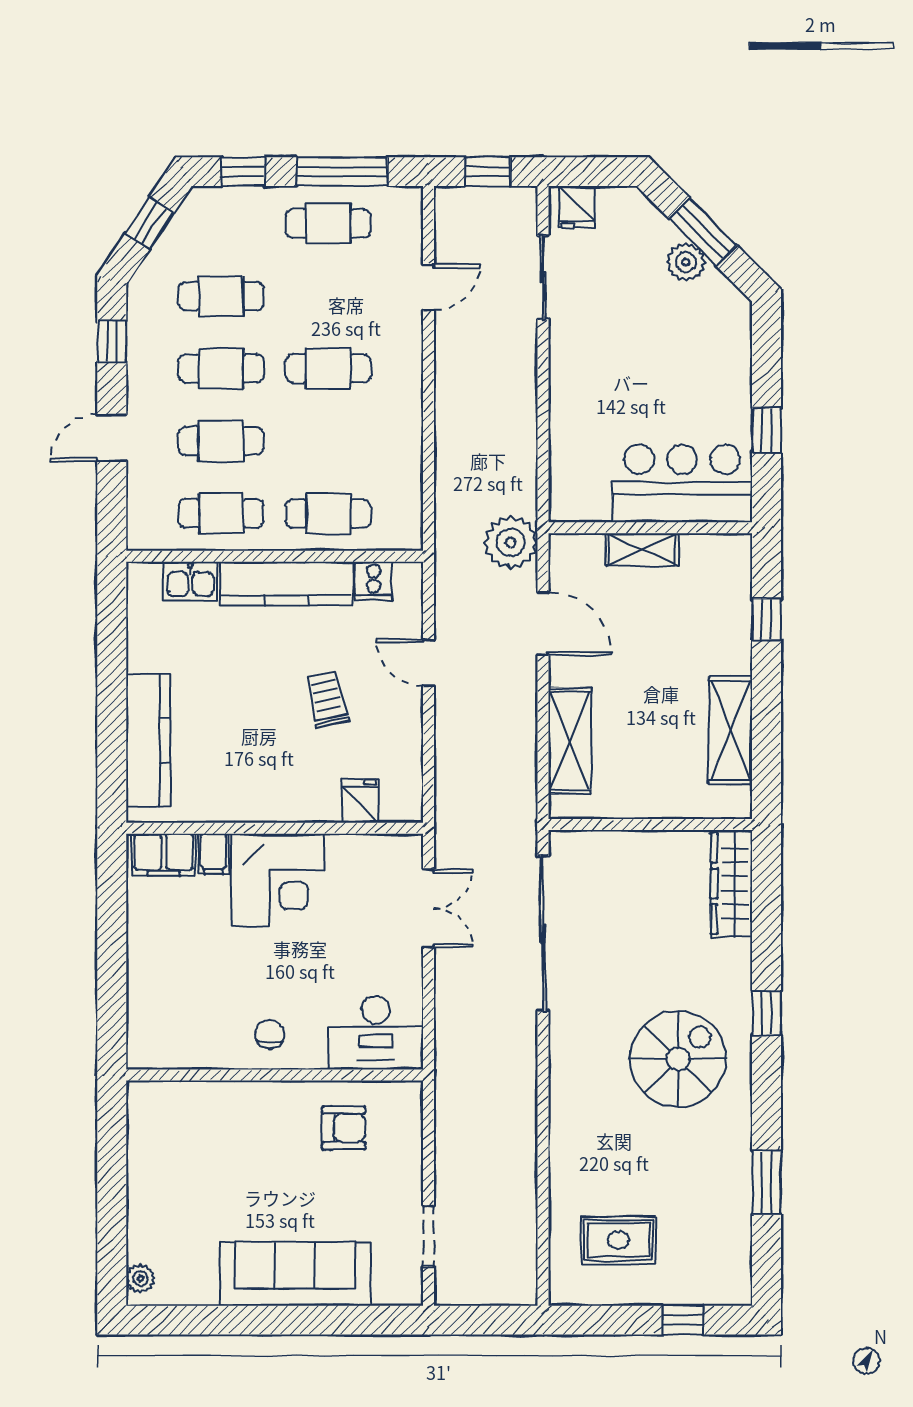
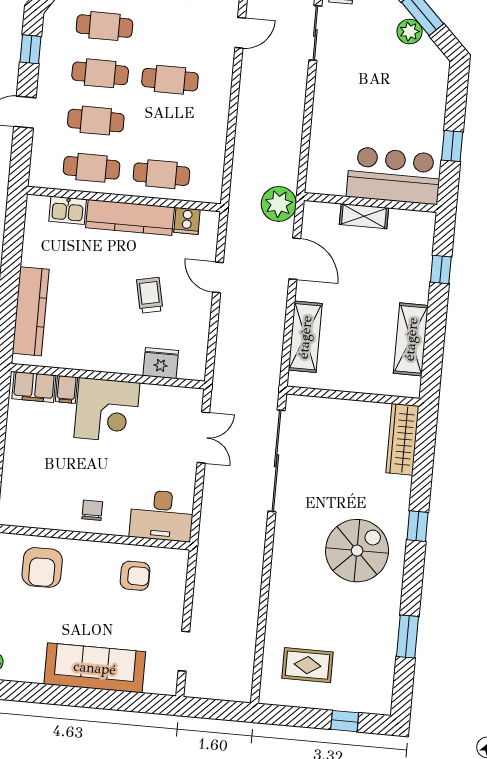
fridge: (360, 801) -> (161, 363), width x1.38
armchair: (201, 1128) -> (42, 567), added

